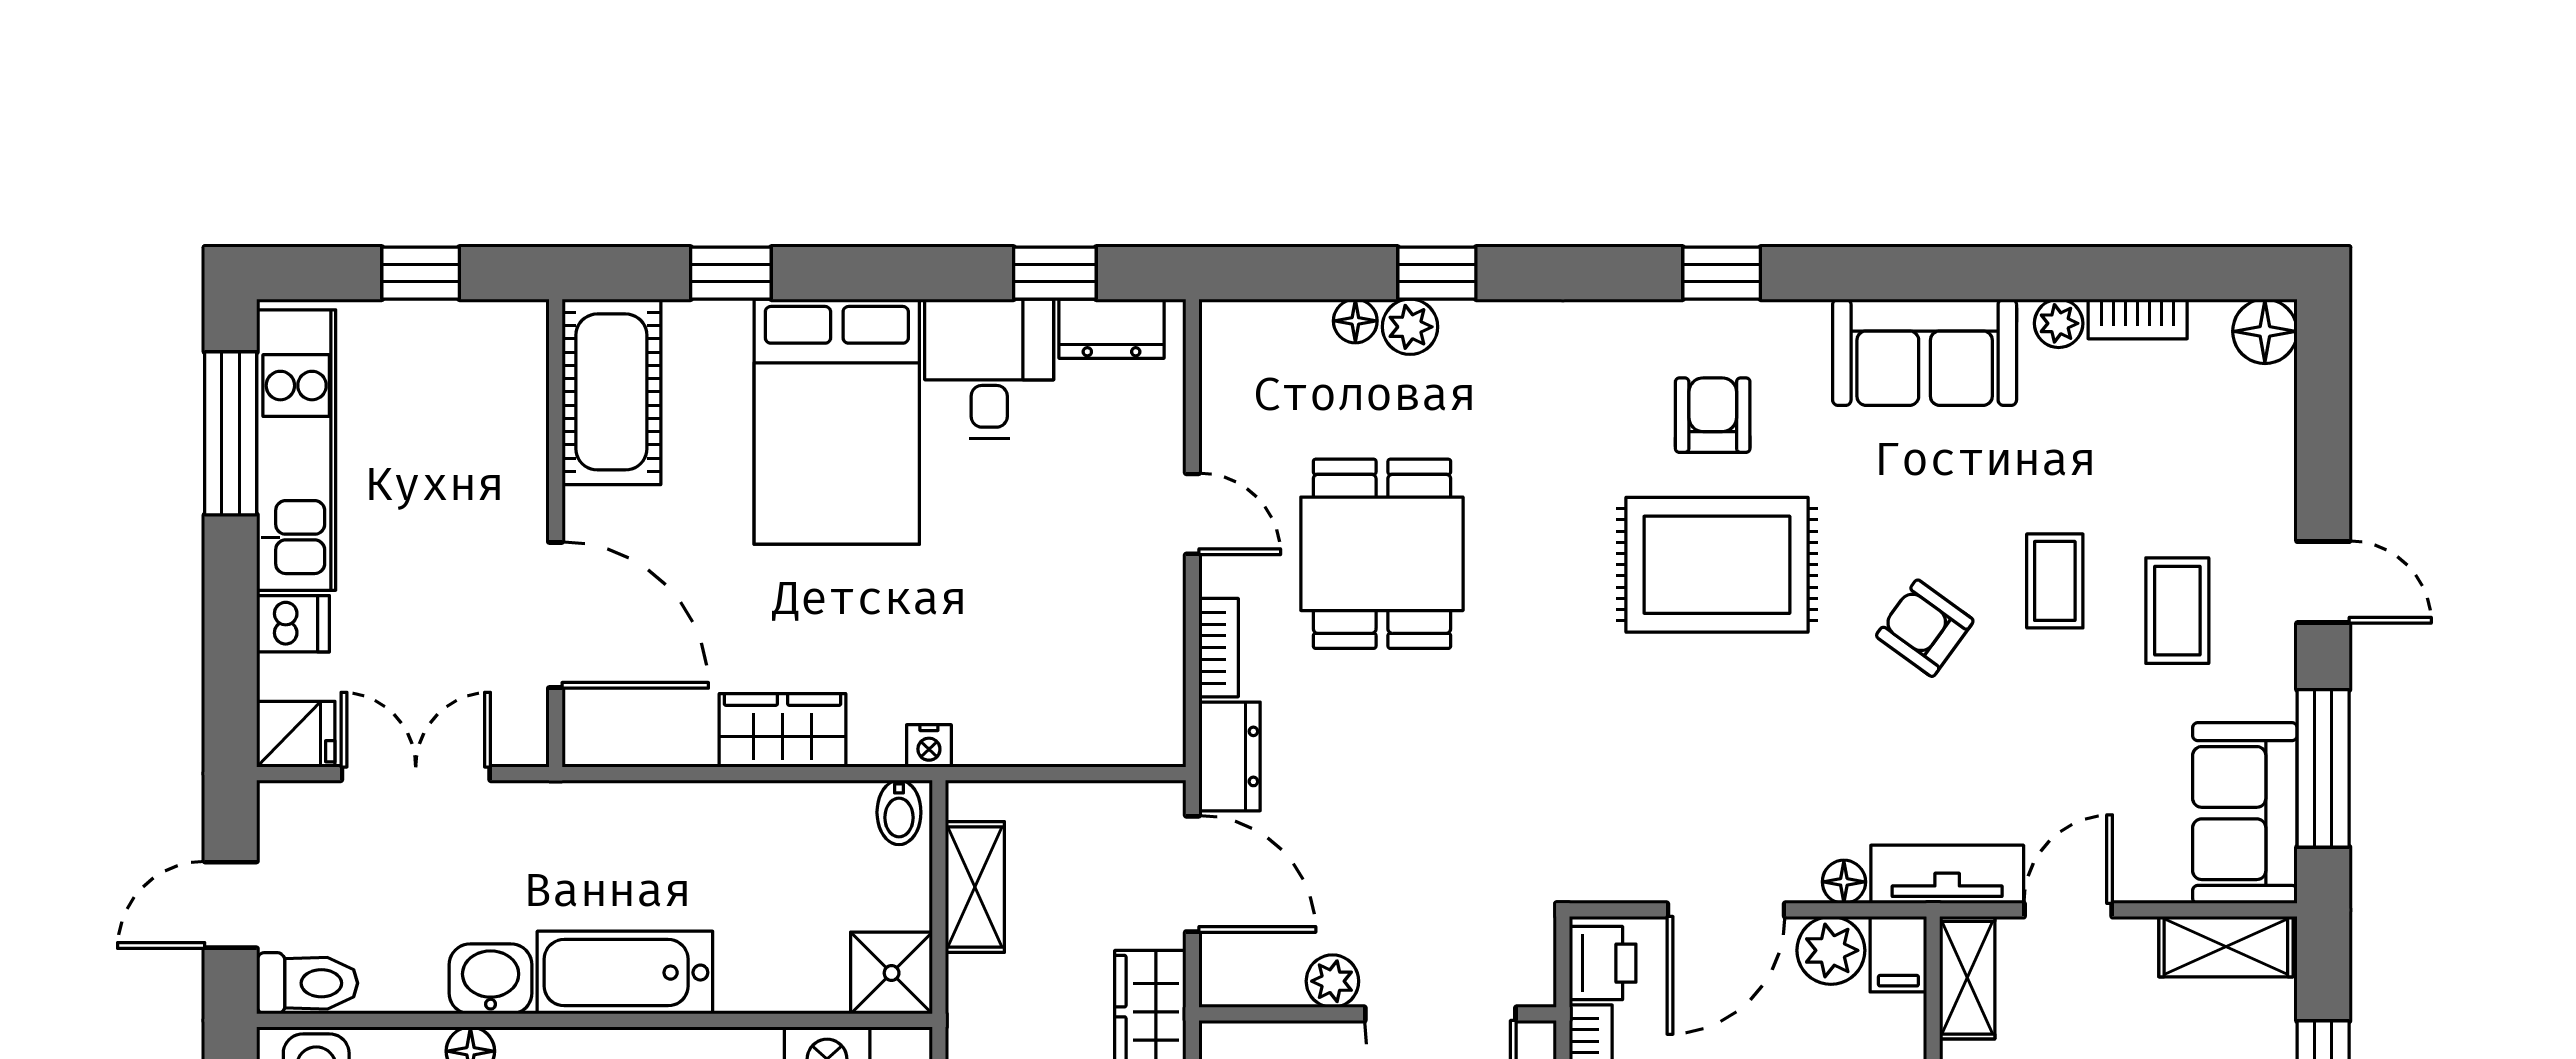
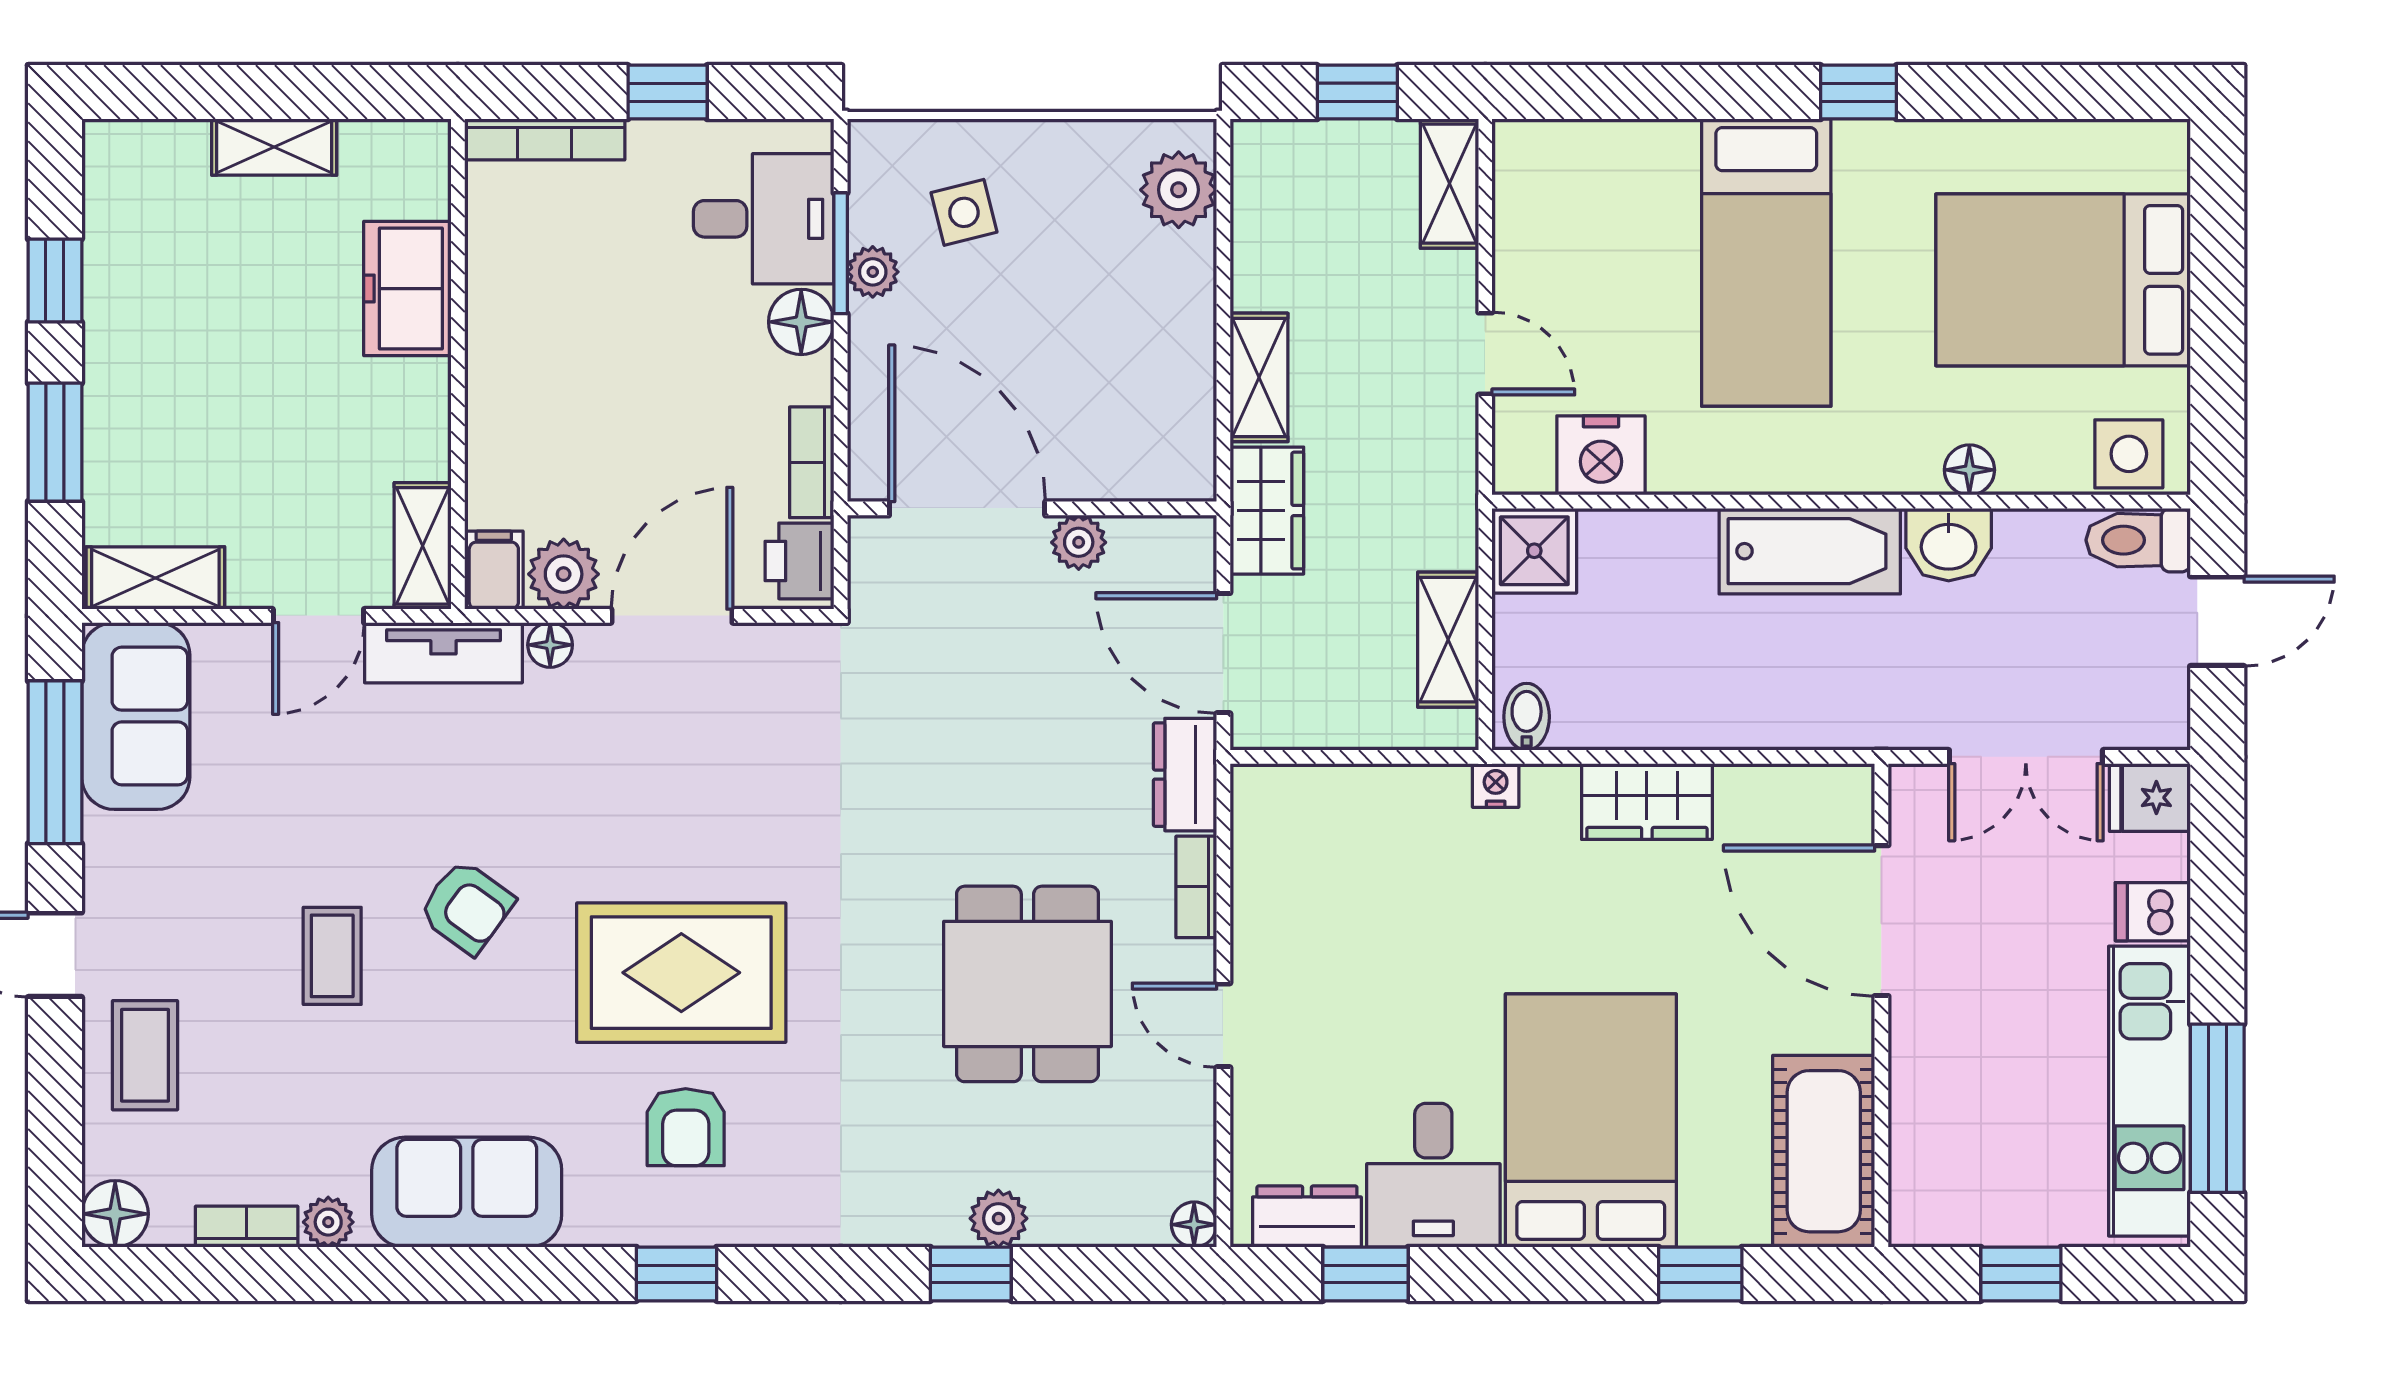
floor lamp: (1355, 321) -> (1194, 1225), moved
coffee table: (2177, 611) -> (145, 1055), moved

